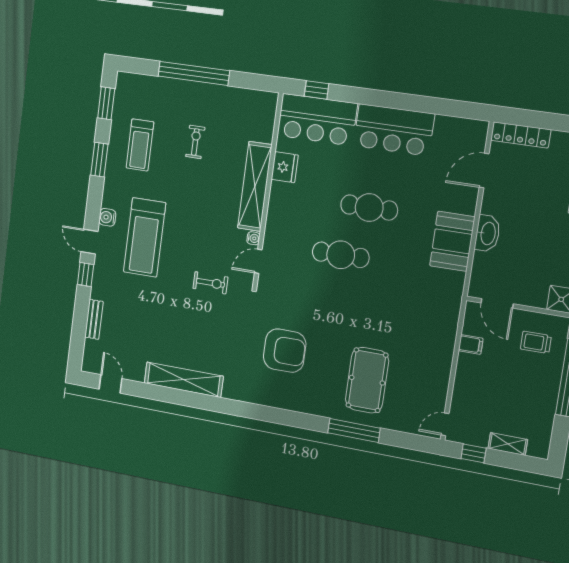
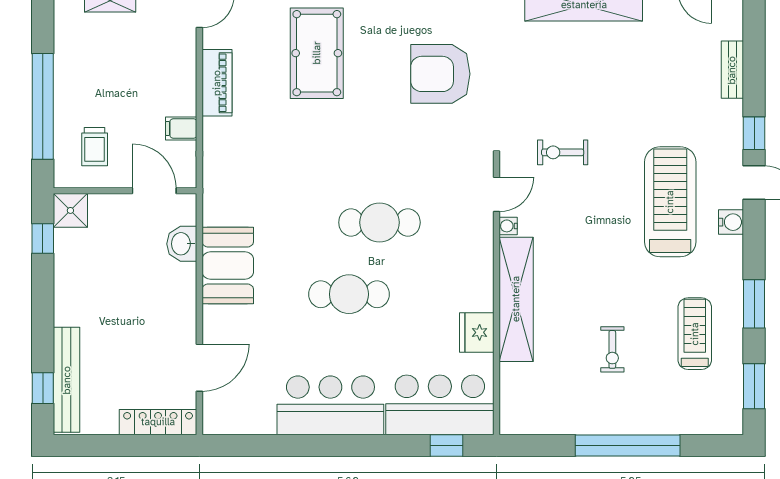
washbasin: (488, 233) -> (182, 244), moved, width x0.72
trolley: (536, 342) -> (95, 147), turned 90
piano: (440, 372) -> (217, 83), added

